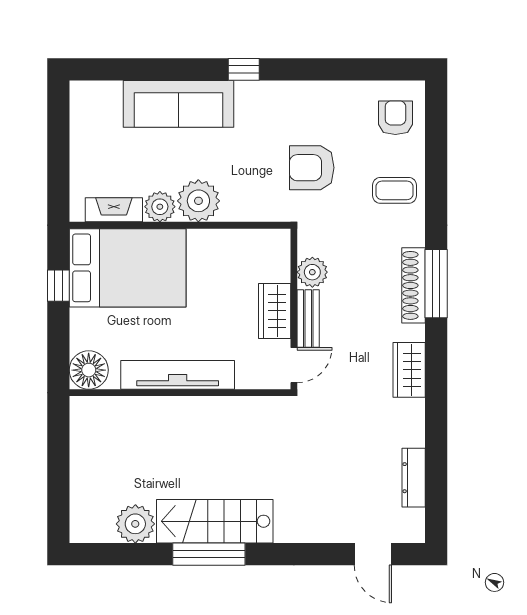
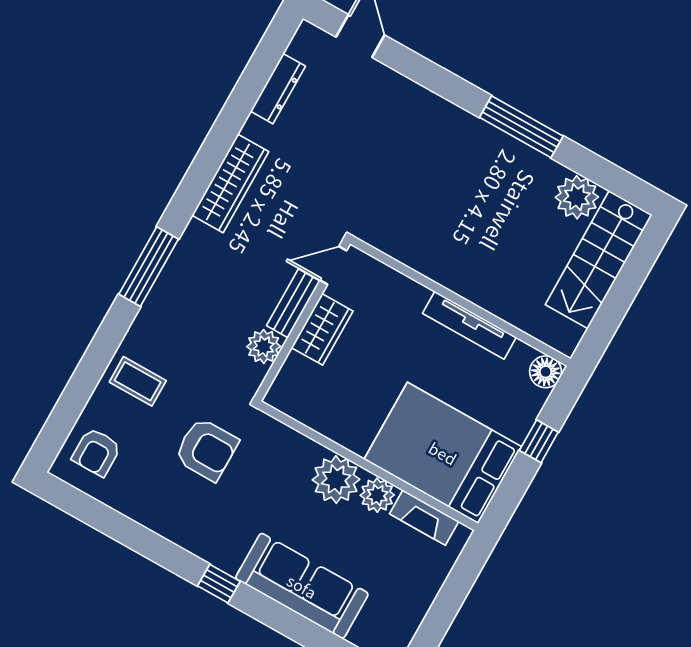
shoe rack: (413, 285) -> (172, 277), removed
window: (58, 286) -> (539, 441), moved
floor lamp: (89, 370) -> (546, 372), width x0.73, depth x0.73
wardrobe: (409, 370) -> (230, 183), width x1.50
tv unit: (178, 375) -> (469, 325), width x0.73, depth x0.78
stairs: (215, 521) -> (599, 260), moved, turned 90

